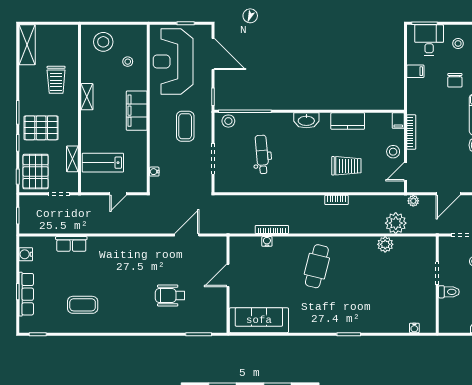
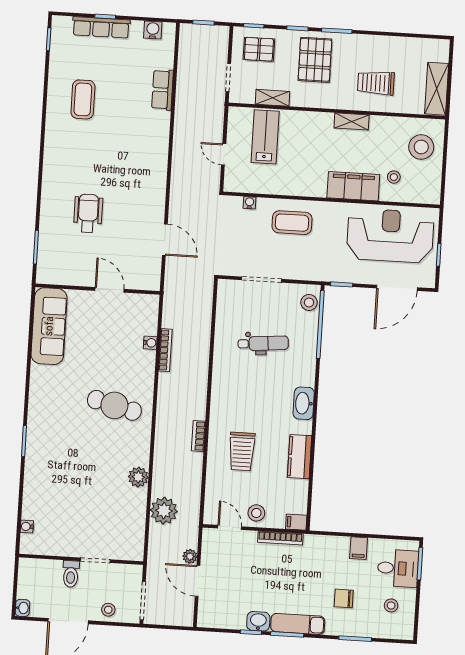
shelving: (27, 45) -> (437, 89), moved, turned 90
filing cabinet: (137, 111) -> (353, 186), moved
coffee table: (185, 126) -> (292, 223), moved
pallet: (36, 172) -> (259, 49), width x0.67, depth x0.71
plant: (413, 201) -> (190, 556), moved
plant: (385, 244) -> (138, 477), moved

